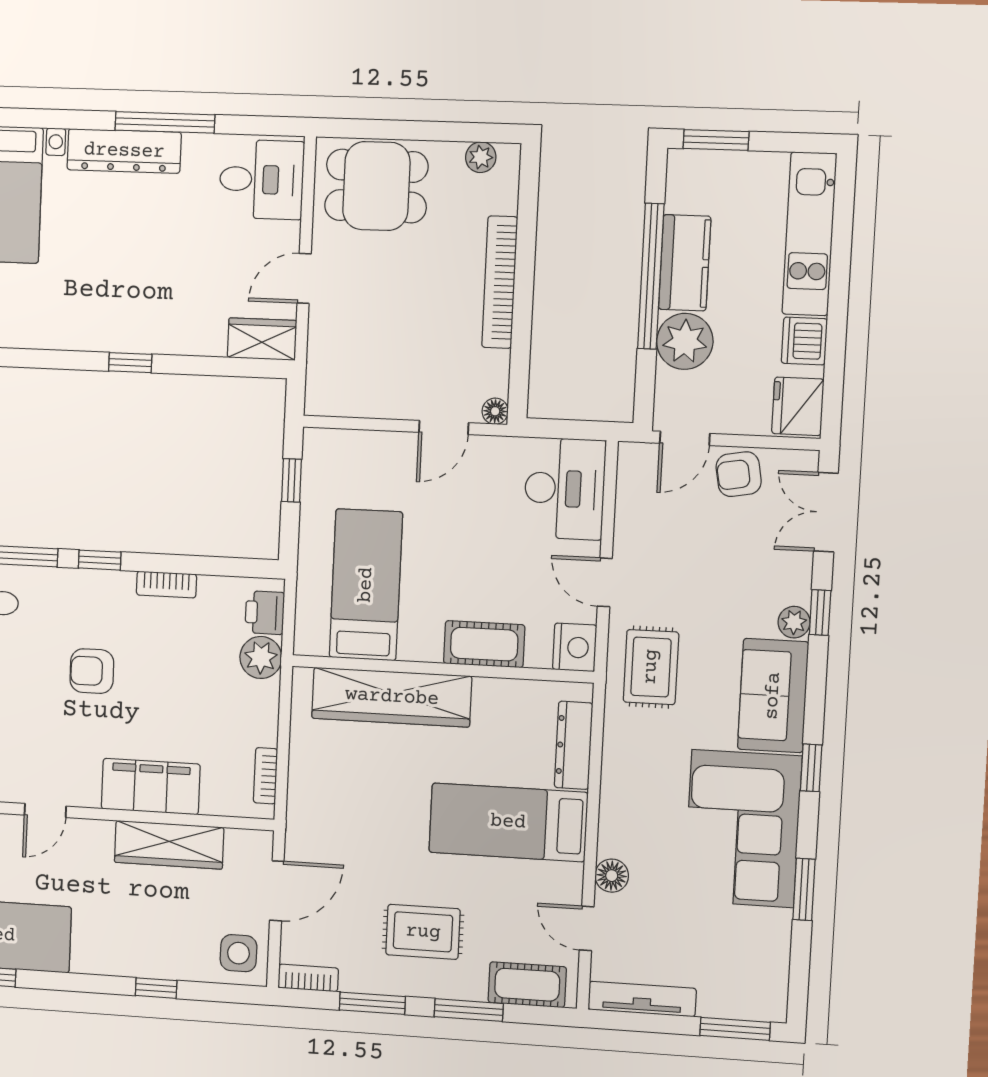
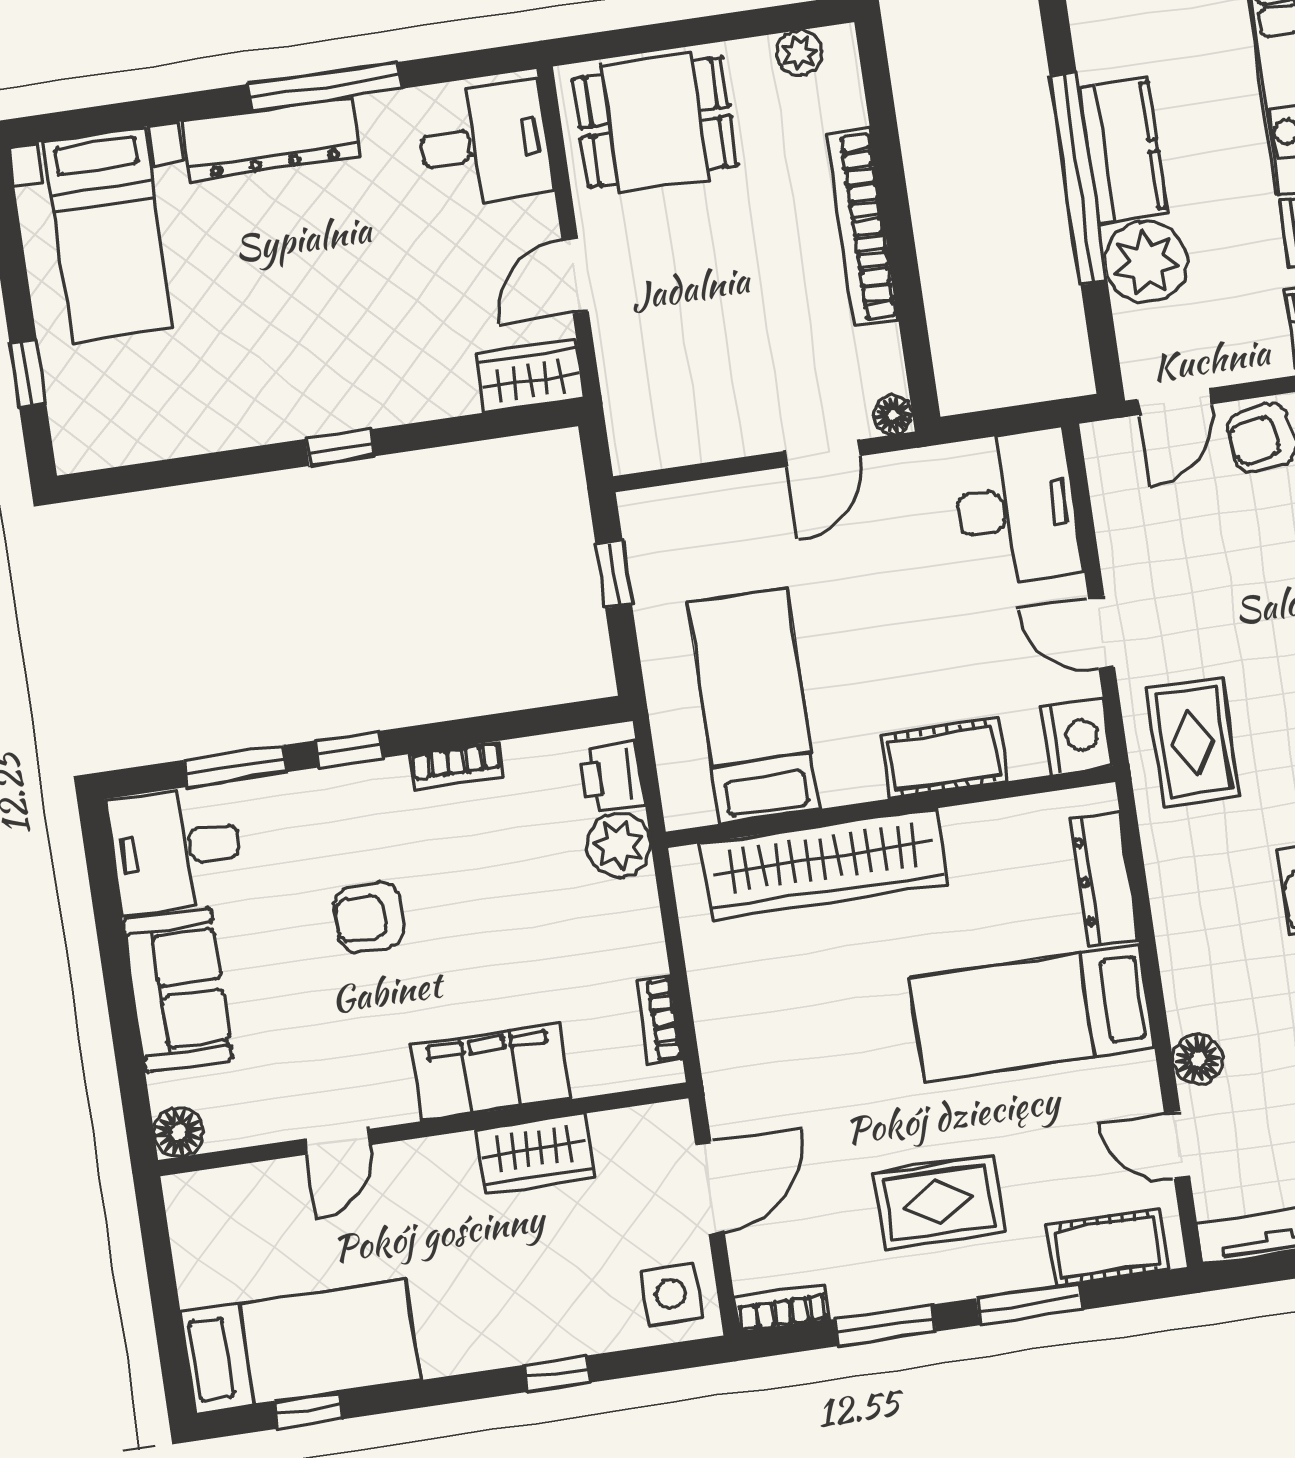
wardrobe: (169, 845) -> (535, 1153), width x0.67

